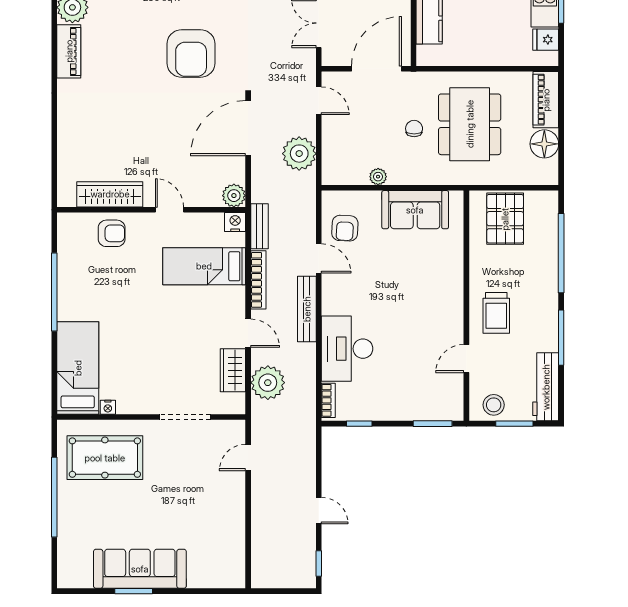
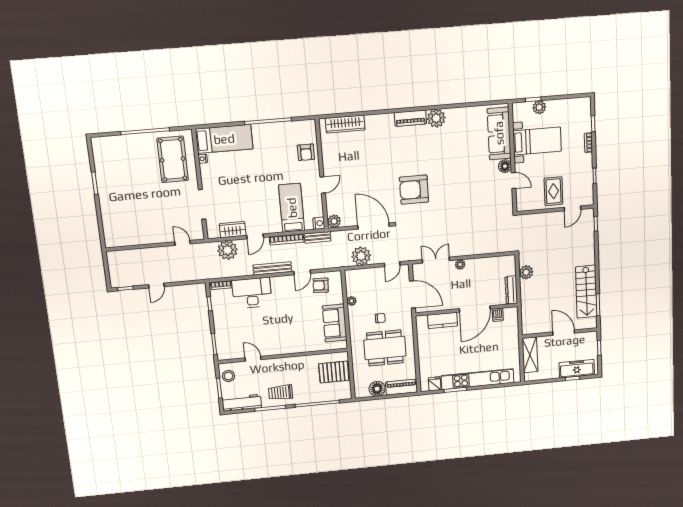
wardrobe: (110, 194) -> (345, 124), moved, turned 90
trolley: (496, 313) -> (281, 392), moved
sofa: (140, 569) -> (109, 186), removed

